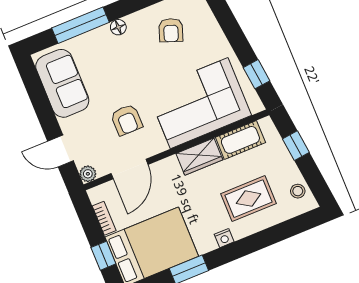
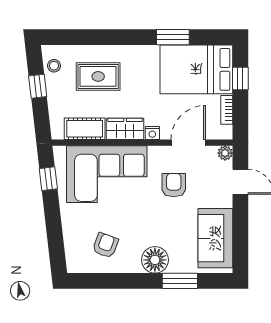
window: (81, 25) -> (180, 281), width x0.69
floor lamp: (118, 27) -> (155, 260), width x1.89, depth x1.89
window: (296, 146) -> (38, 86), moved
nightstand: (224, 238) -> (152, 133), moved, turned 180

